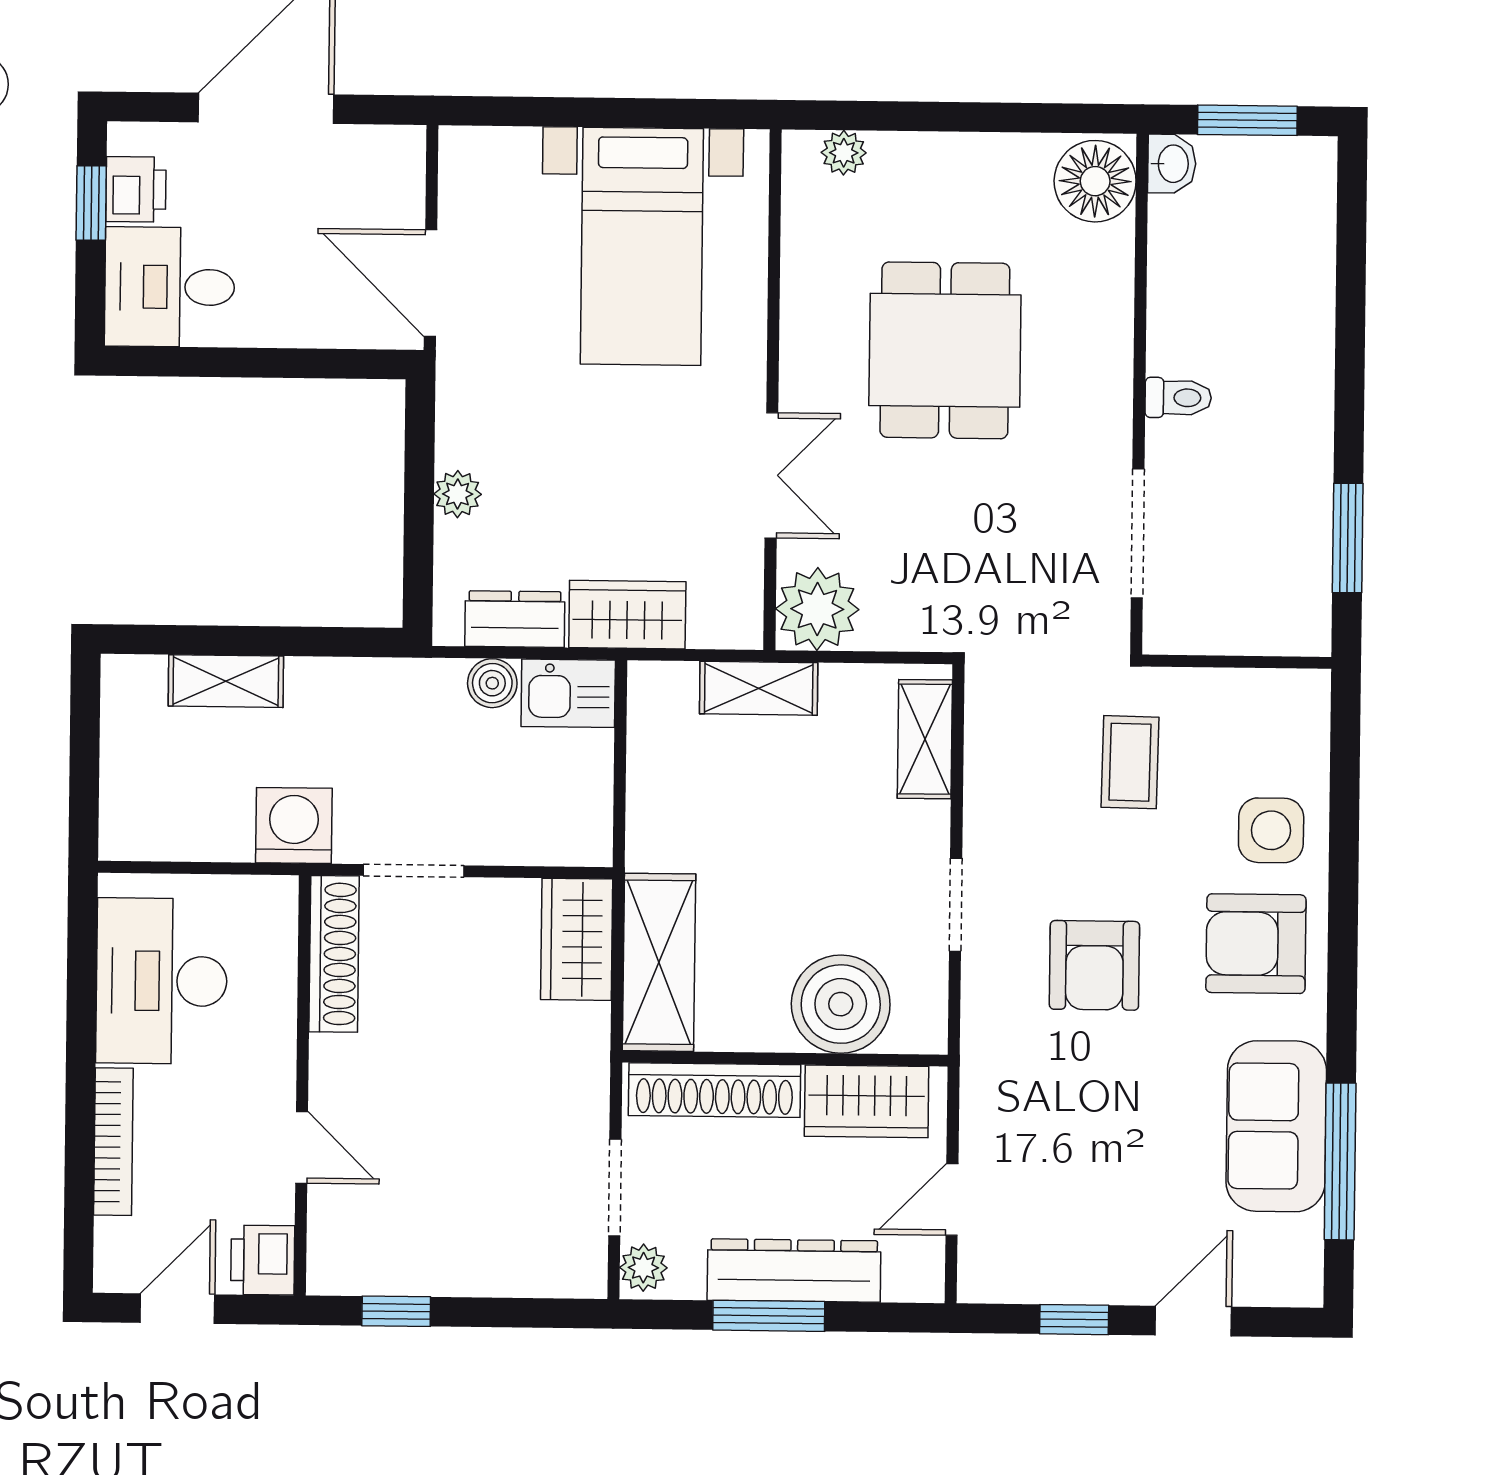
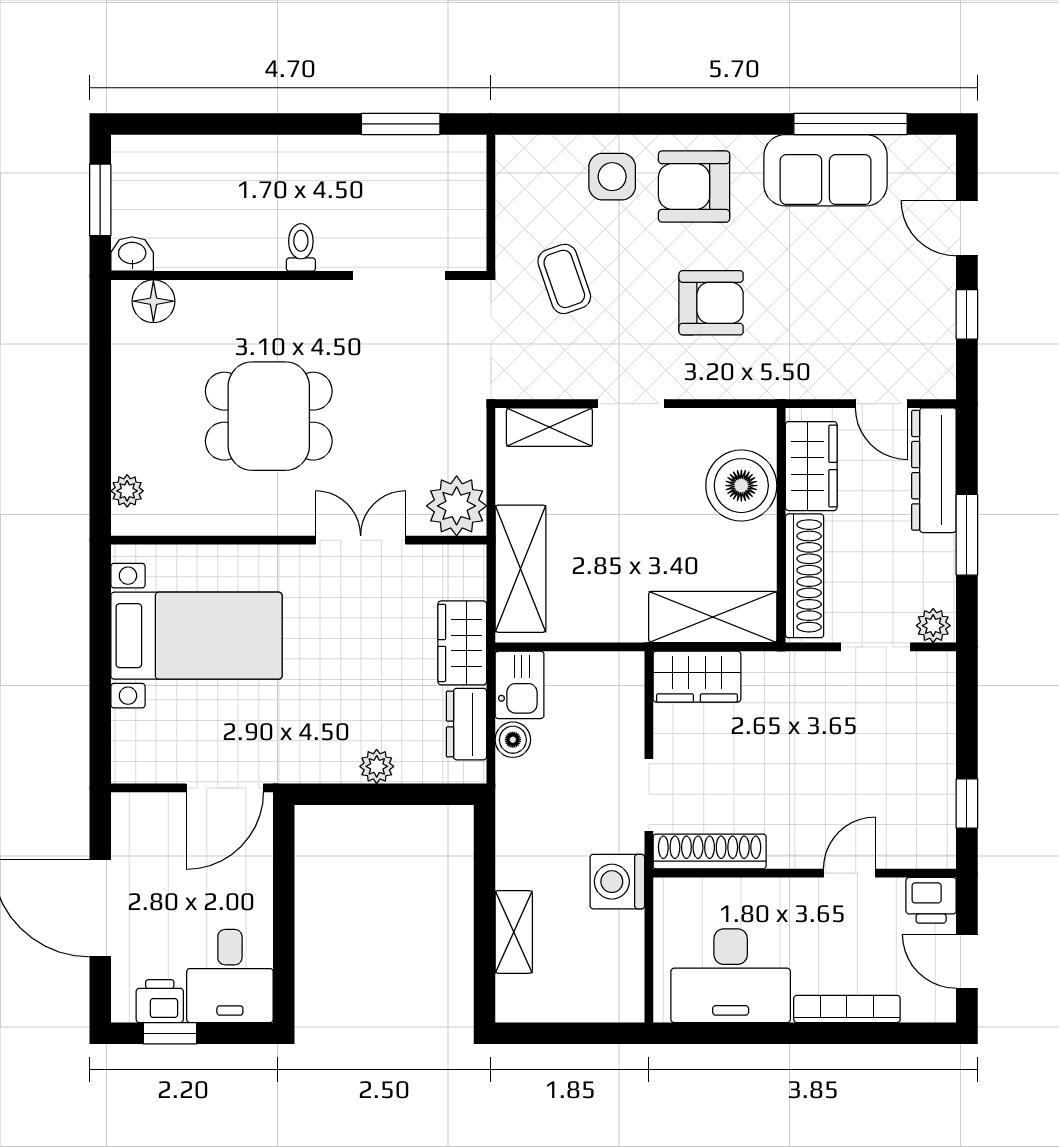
floor lamp: (1095, 181) -> (153, 301), width x0.73, depth x0.73
shelving: (759, 688) -> (521, 569), width x1.50, depth x1.33
coffee table: (1130, 762) -> (564, 279), turned 70
doorway: (956, 905) -> (631, 404), moved
armchair: (1256, 944) -> (694, 187), turned 90
dresser: (794, 1271) -> (934, 470), moved

